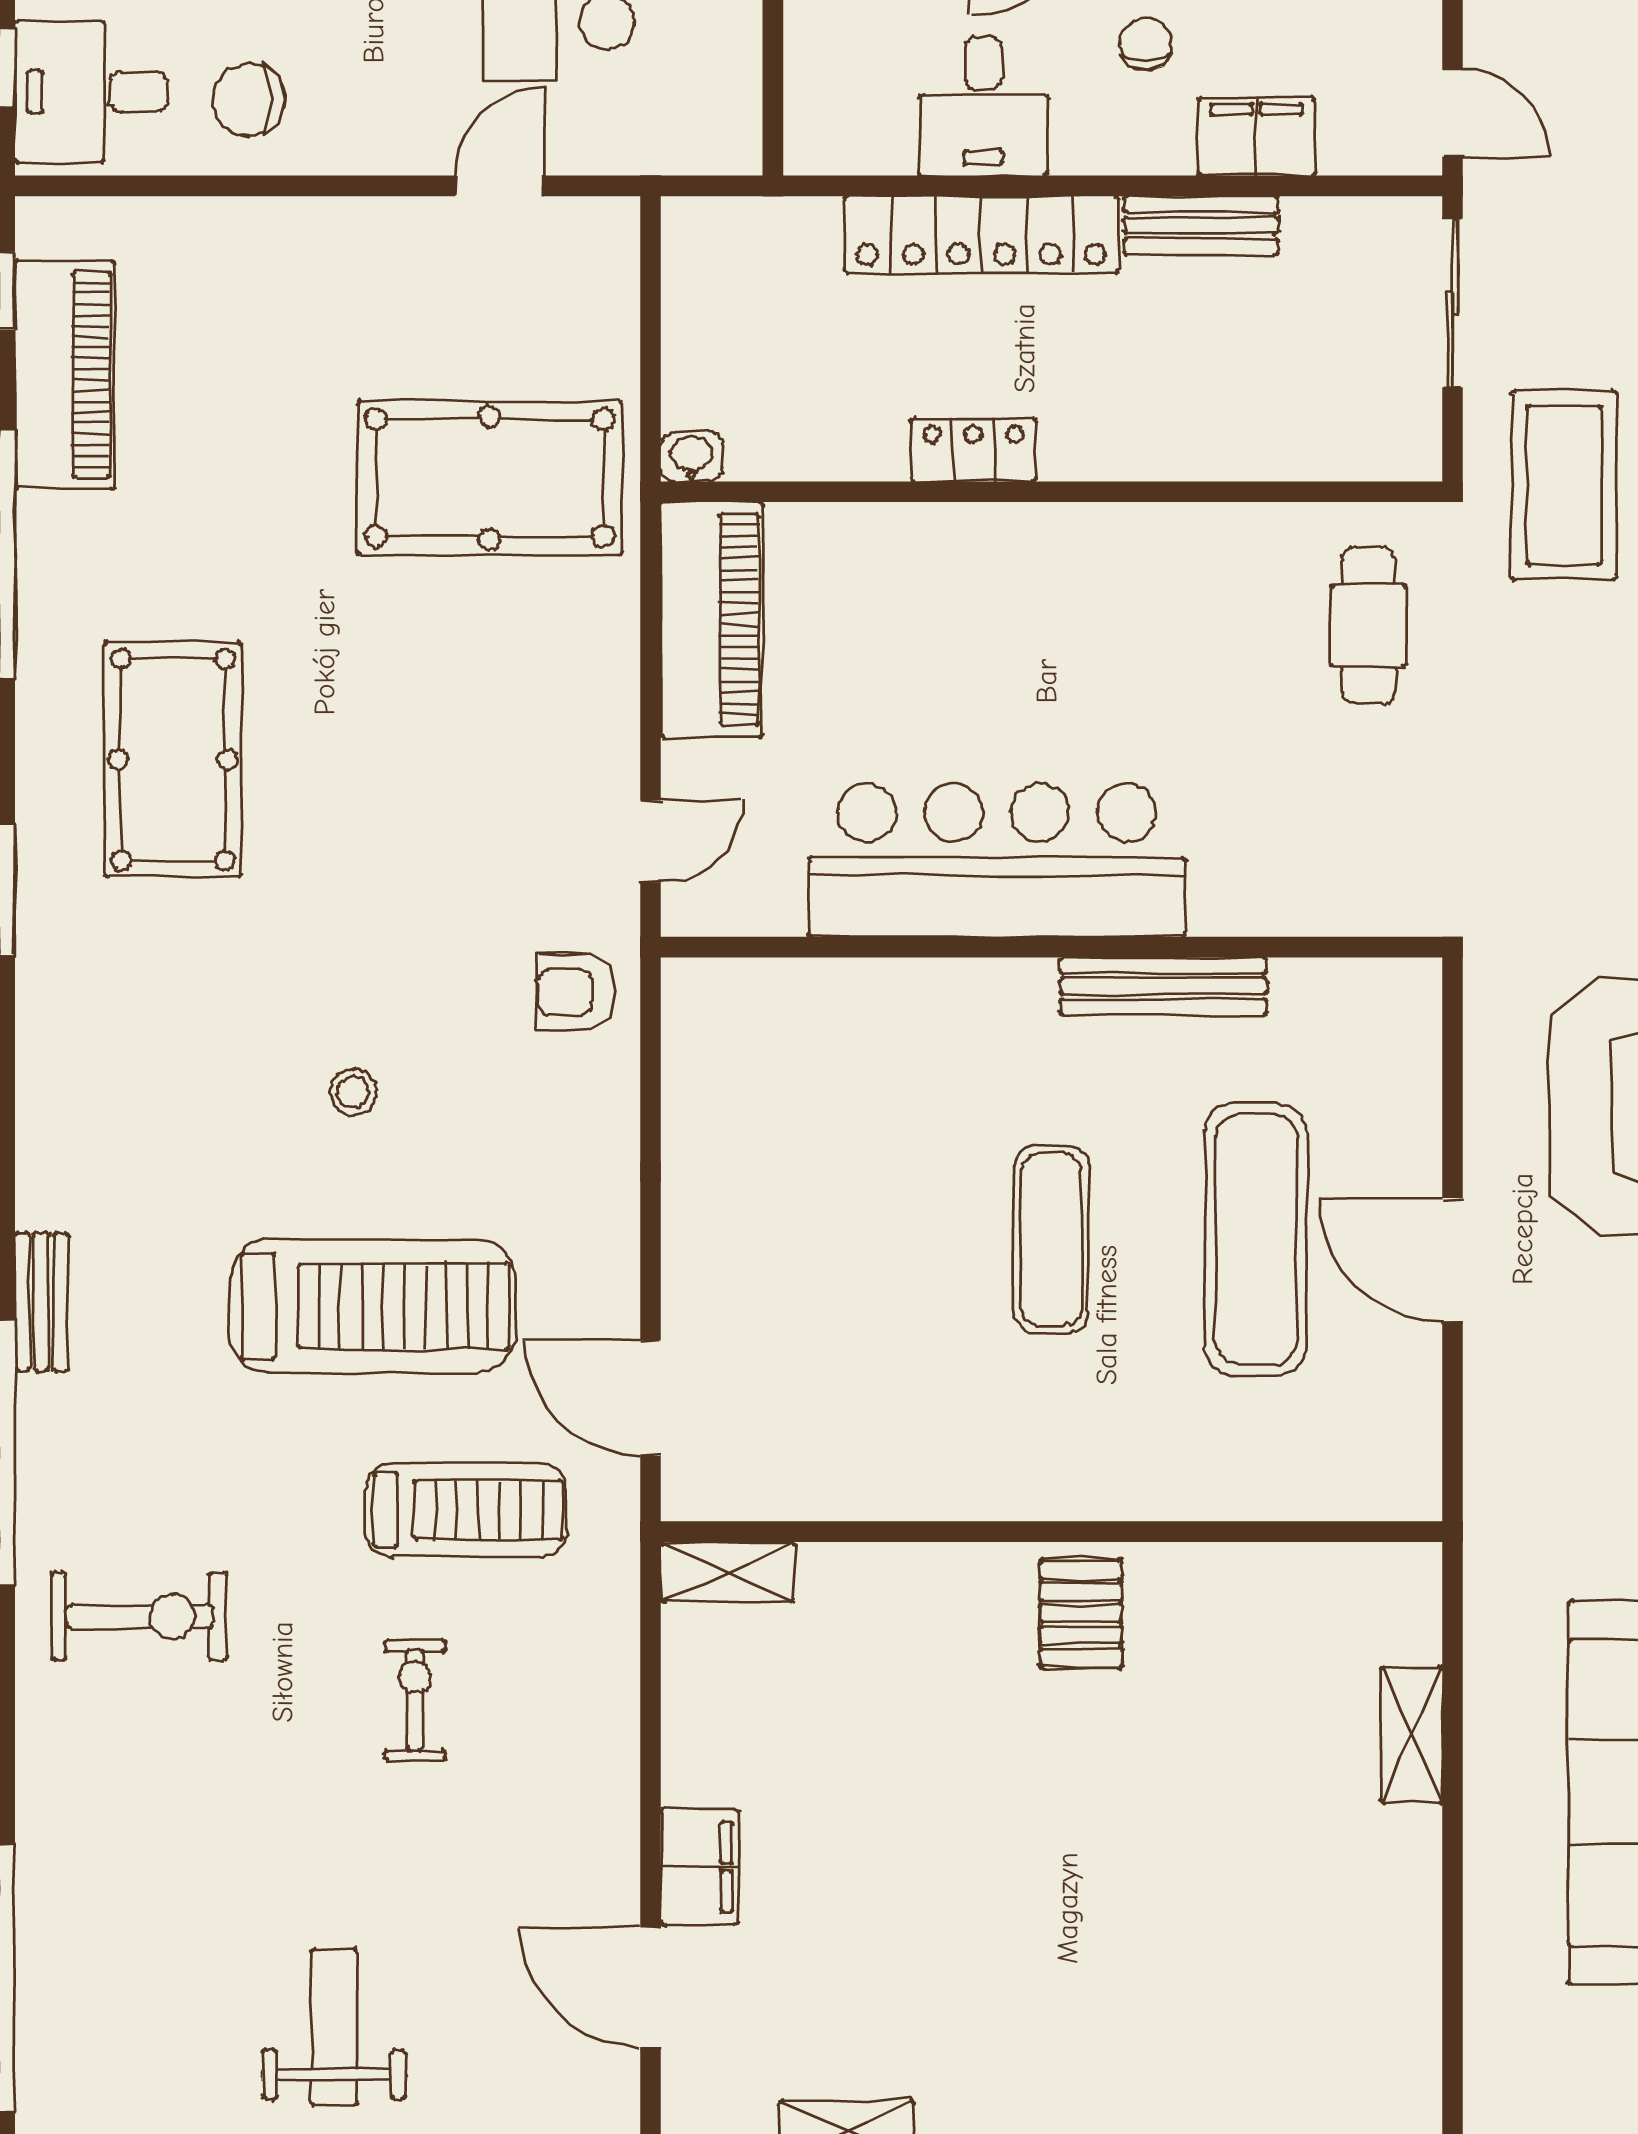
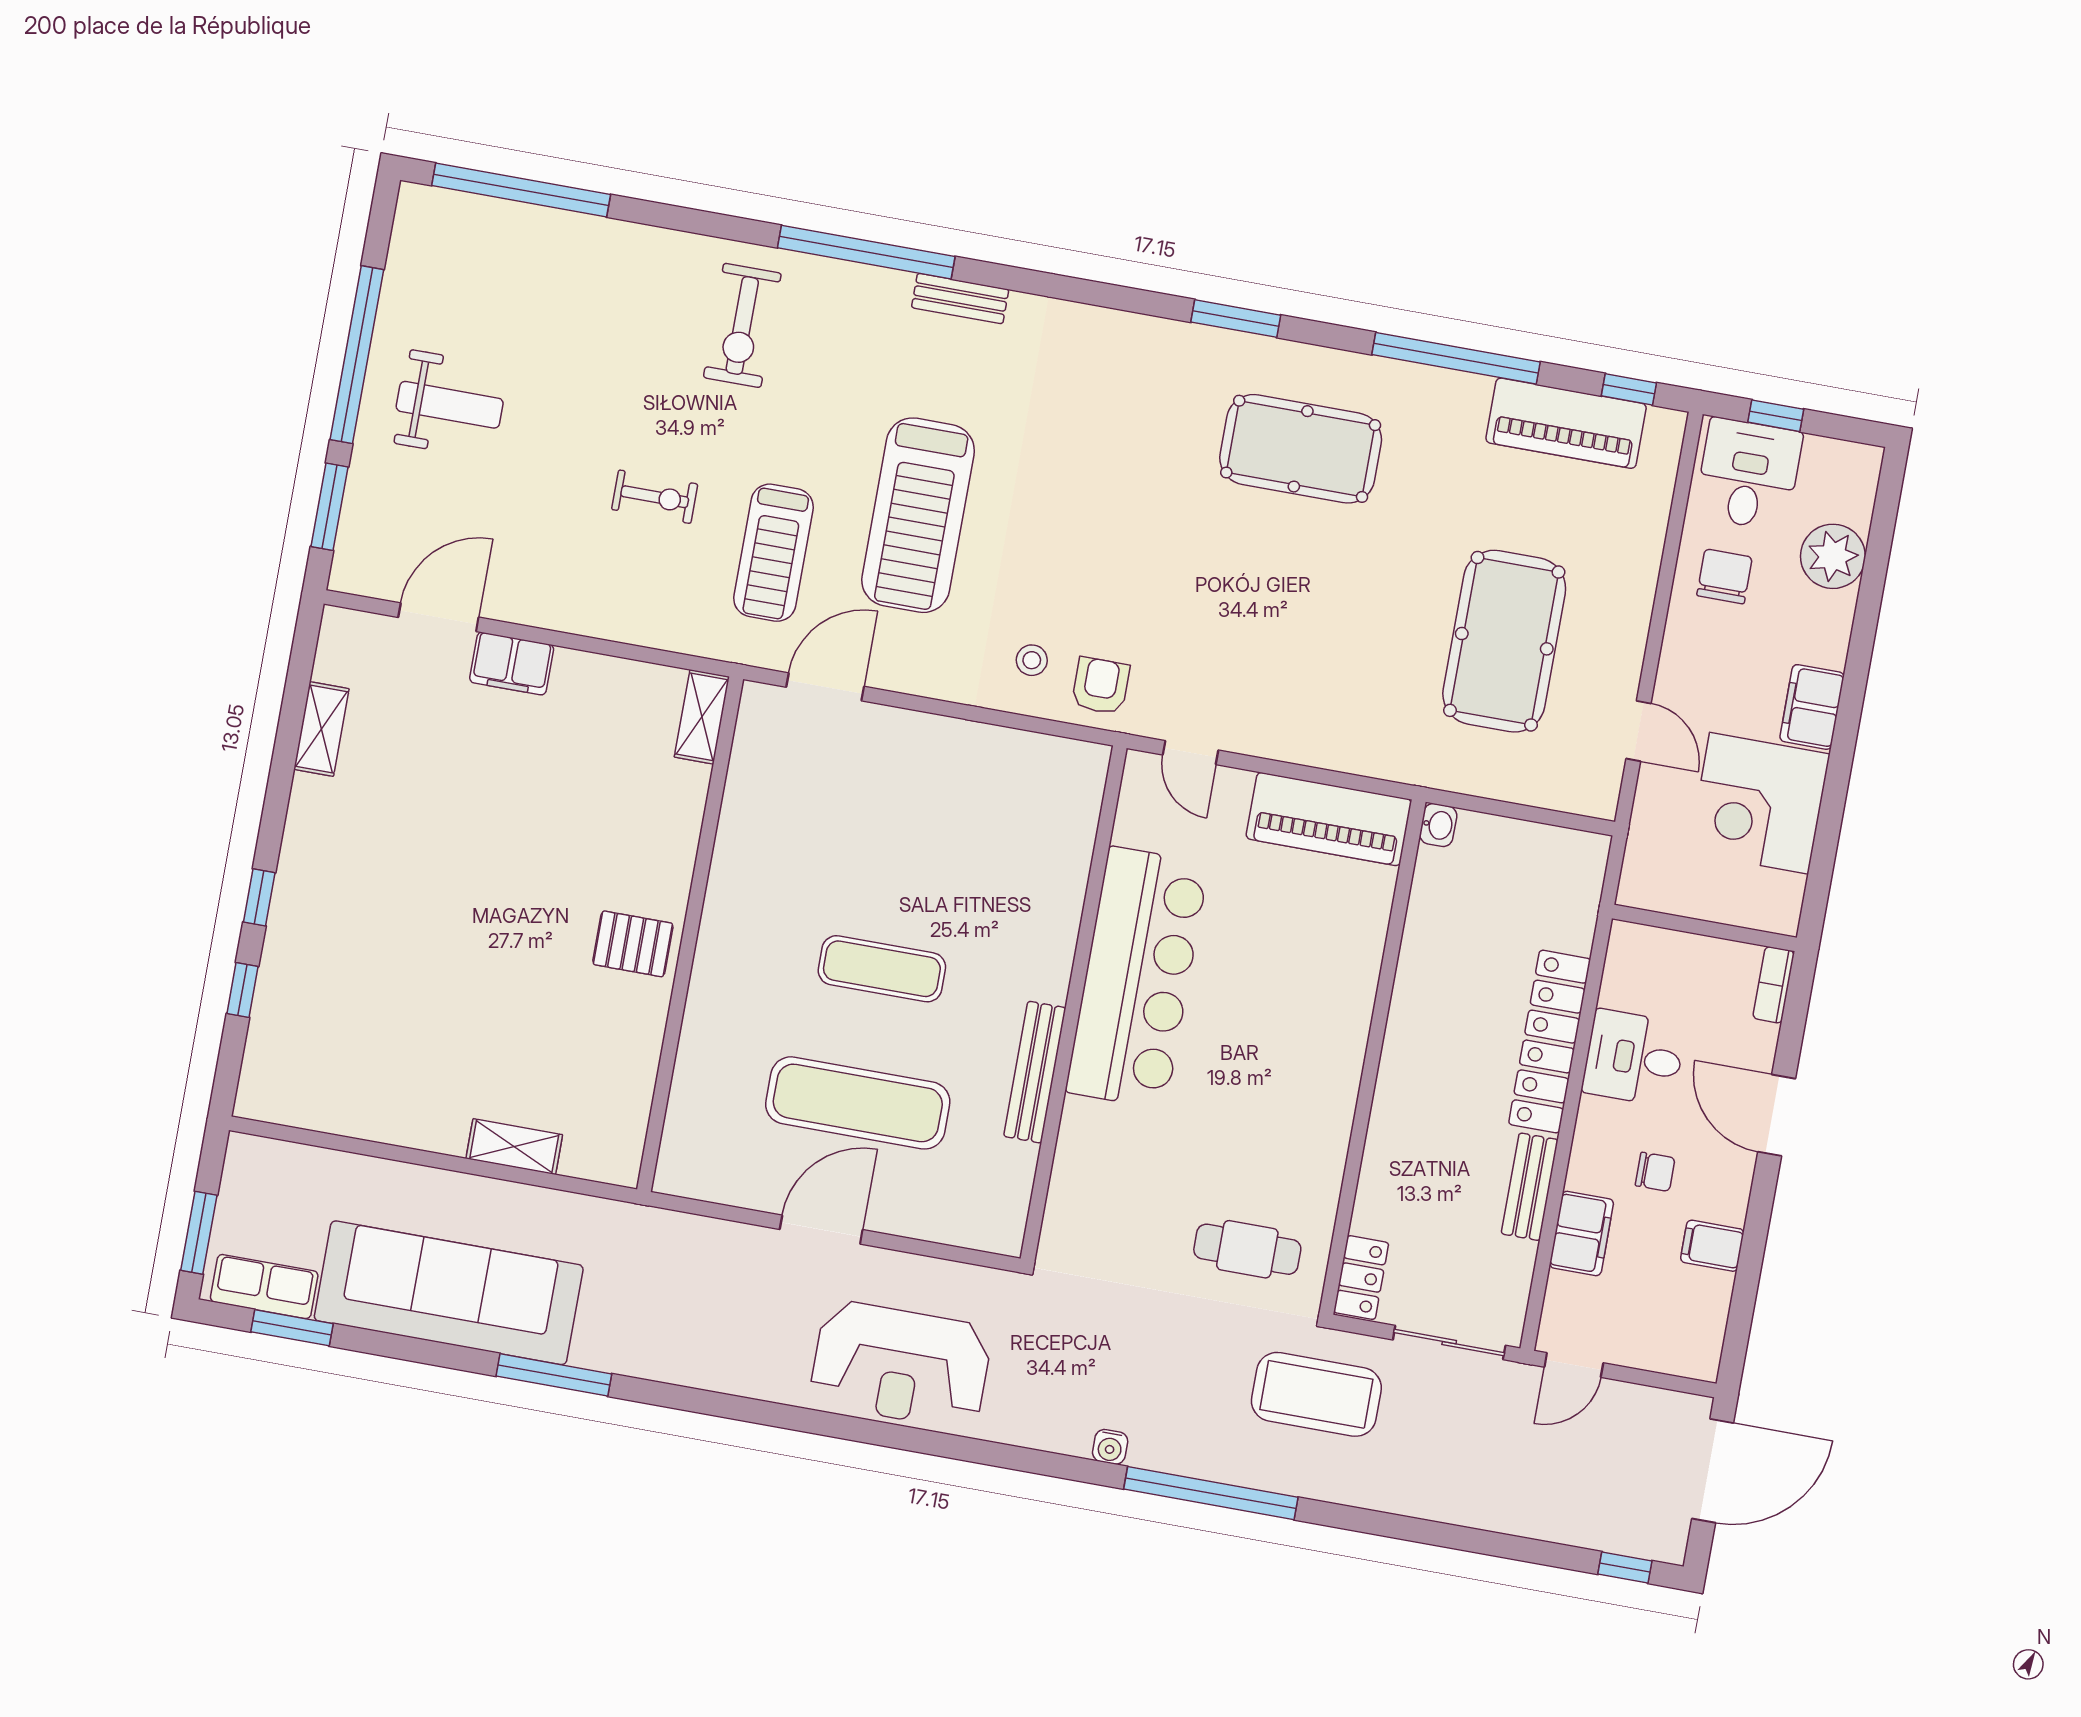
locker: (974, 450) -> (1361, 1278), moved
pool table: (489, 478) -> (1504, 641), moved
stool: (353, 1092) -> (1032, 660), moved

